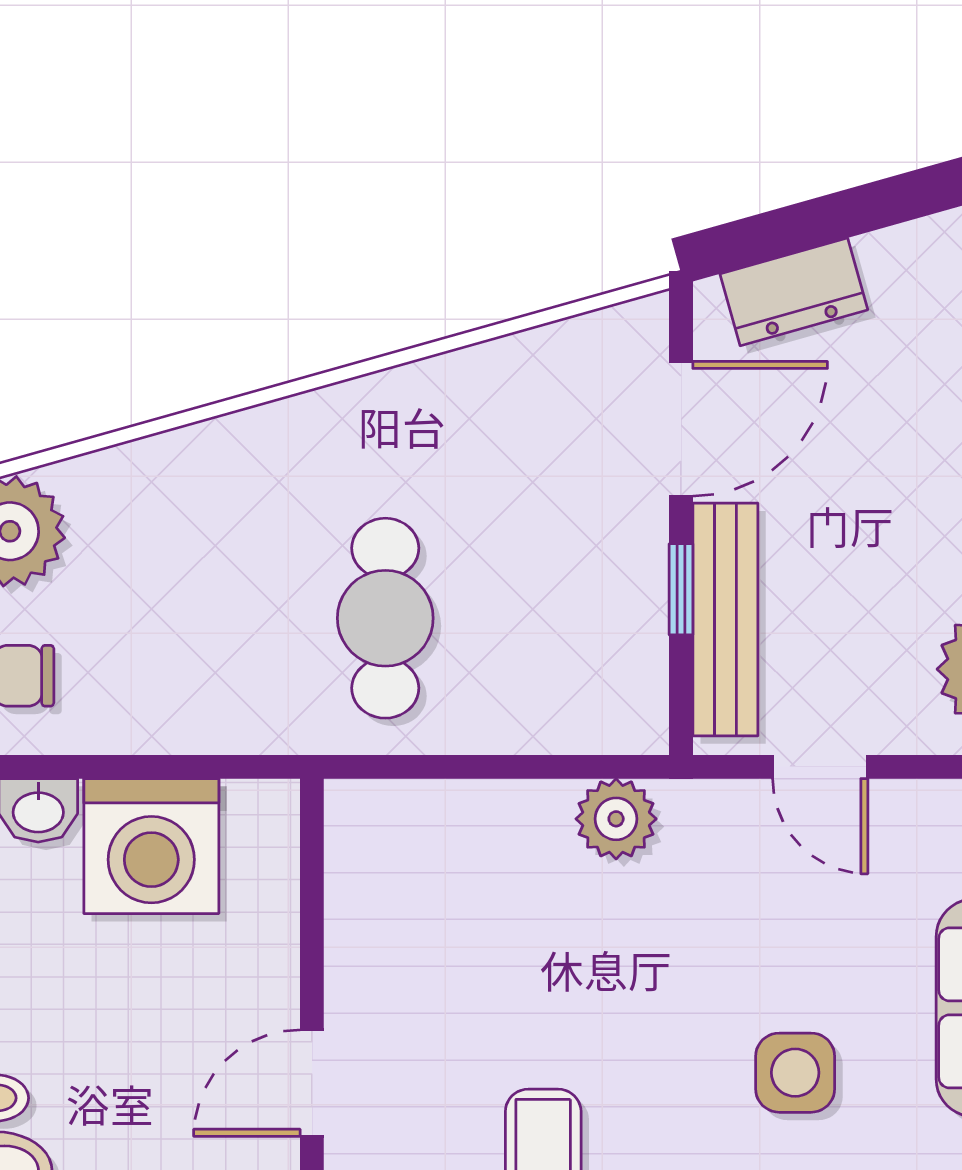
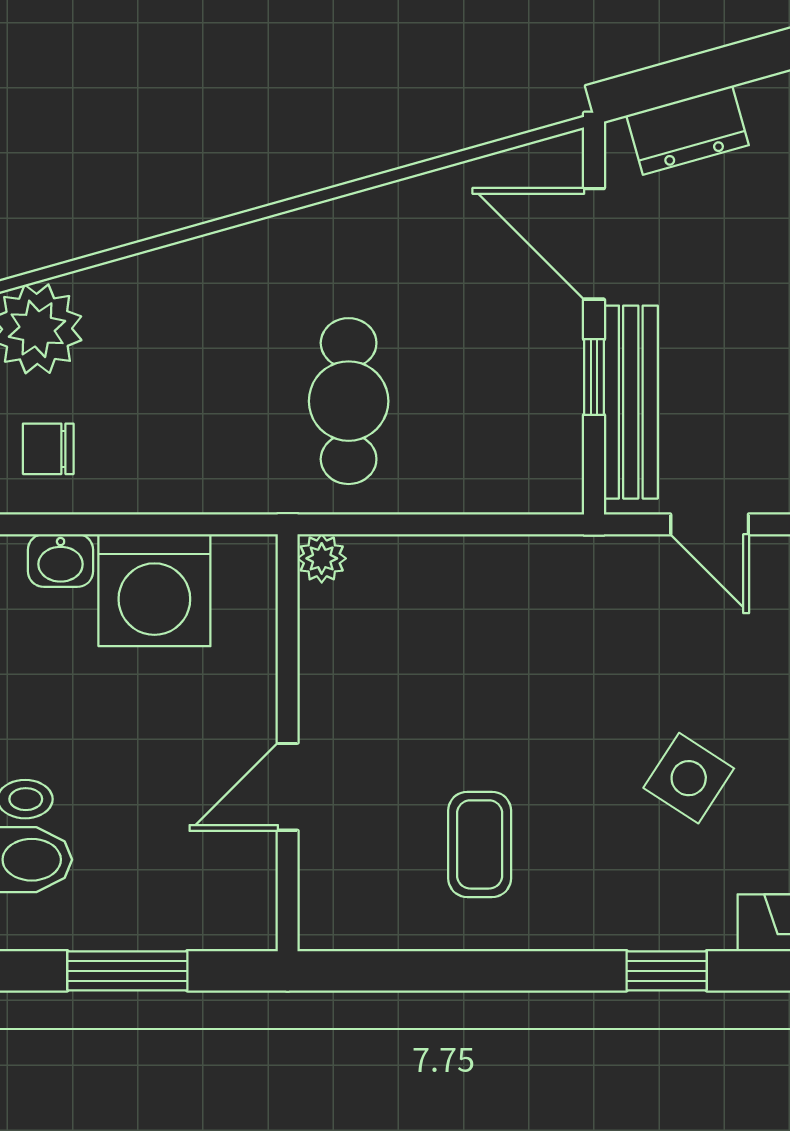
door: (681, 429) -> (594, 244), swing flipped
plant: (616, 819) -> (322, 558), moved, width x0.73, depth x0.73
side table: (795, 1073) -> (689, 778), turned 33

